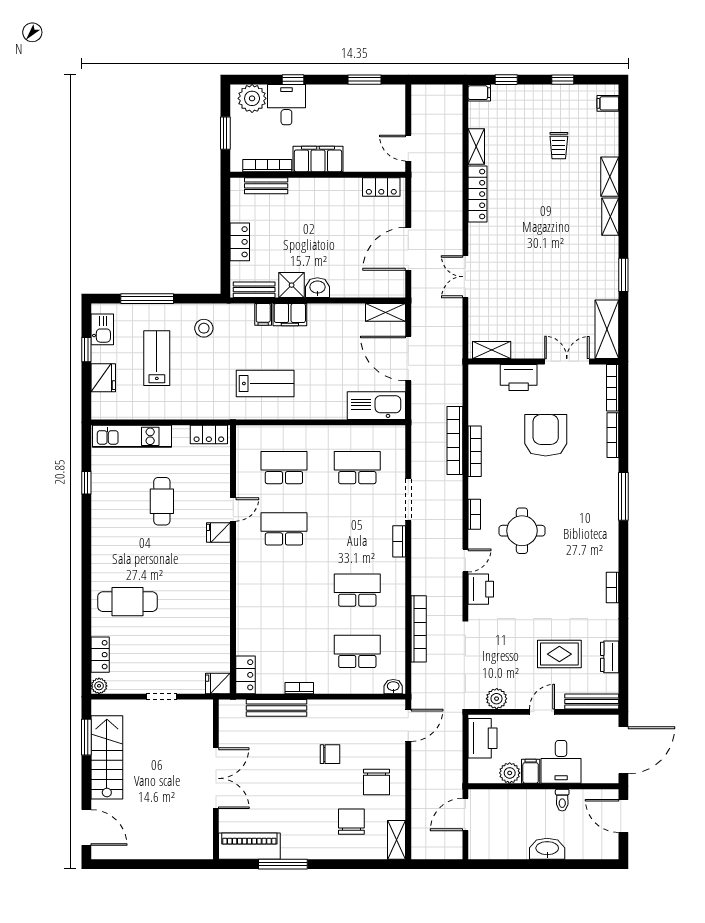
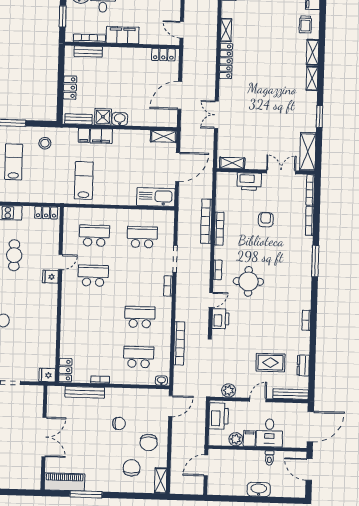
trolley: (559, 146) -> (305, 24), moved
door: (408, 358) -> (178, 167), swing flipped
lab bench: (265, 384) -> (84, 180), turned -90
armchair: (546, 435) -> (266, 220), width x0.53, depth x0.53

